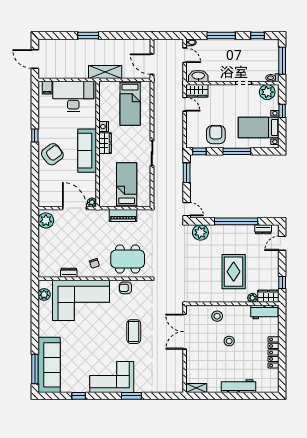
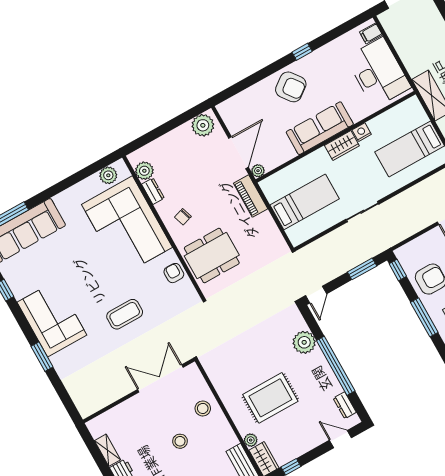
piano: (123, 215) -> (251, 196), moved
plant: (200, 232) -> (304, 342), moved
dining table: (128, 259) -> (212, 255), turned 90
plant: (54, 271) -> (144, 171), added
shelving: (196, 388) -> (107, 450), moved

